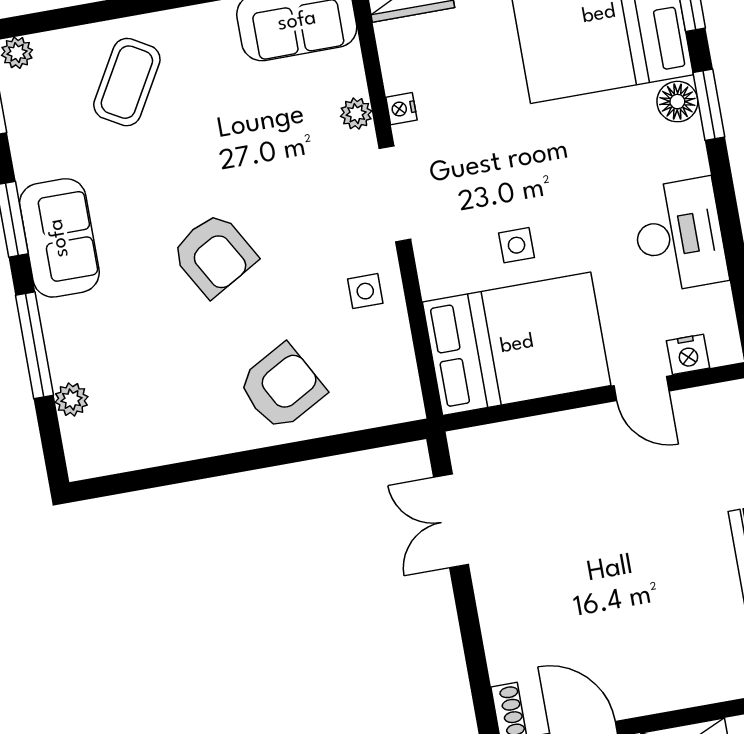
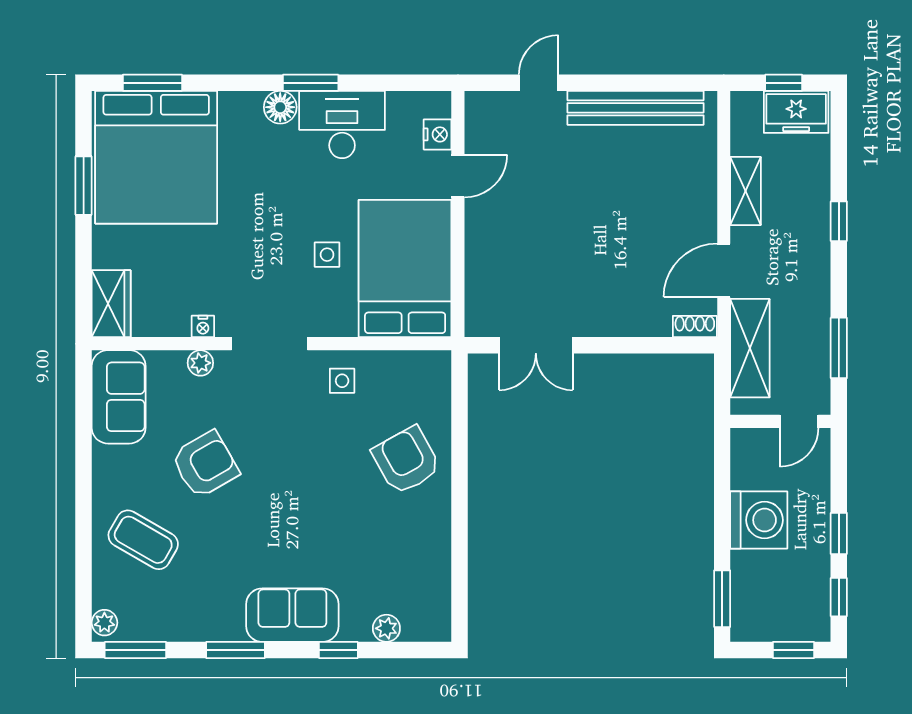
floor lamp: (677, 102) -> (280, 107), moved
window: (709, 105) -> (311, 83), moved
sofa: (59, 238) -> (292, 615), moved
armchair: (214, 255) -> (205, 464), moved
window: (34, 345) -> (338, 650), width x0.46

